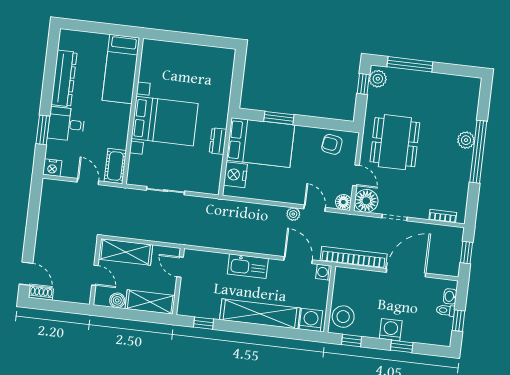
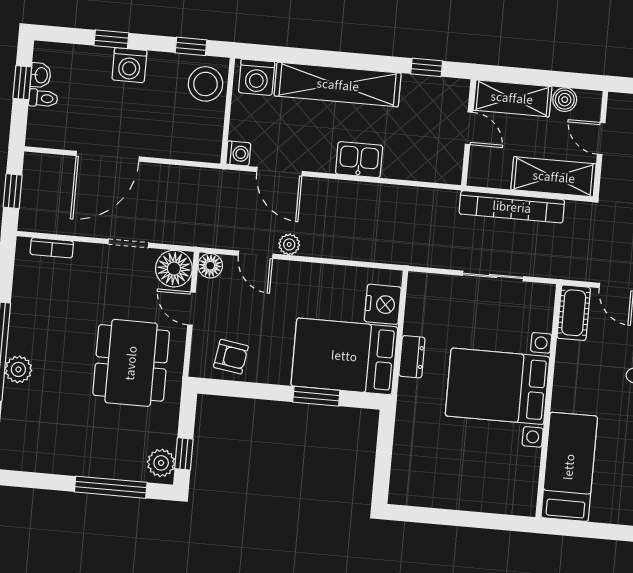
bookcase: (354, 257) -> (512, 207), moved
kitchen sink: (248, 266) -> (359, 160), width x0.73
door: (180, 267) -> (469, 128), moved
washbasin: (450, 296) -> (41, 75), moved

